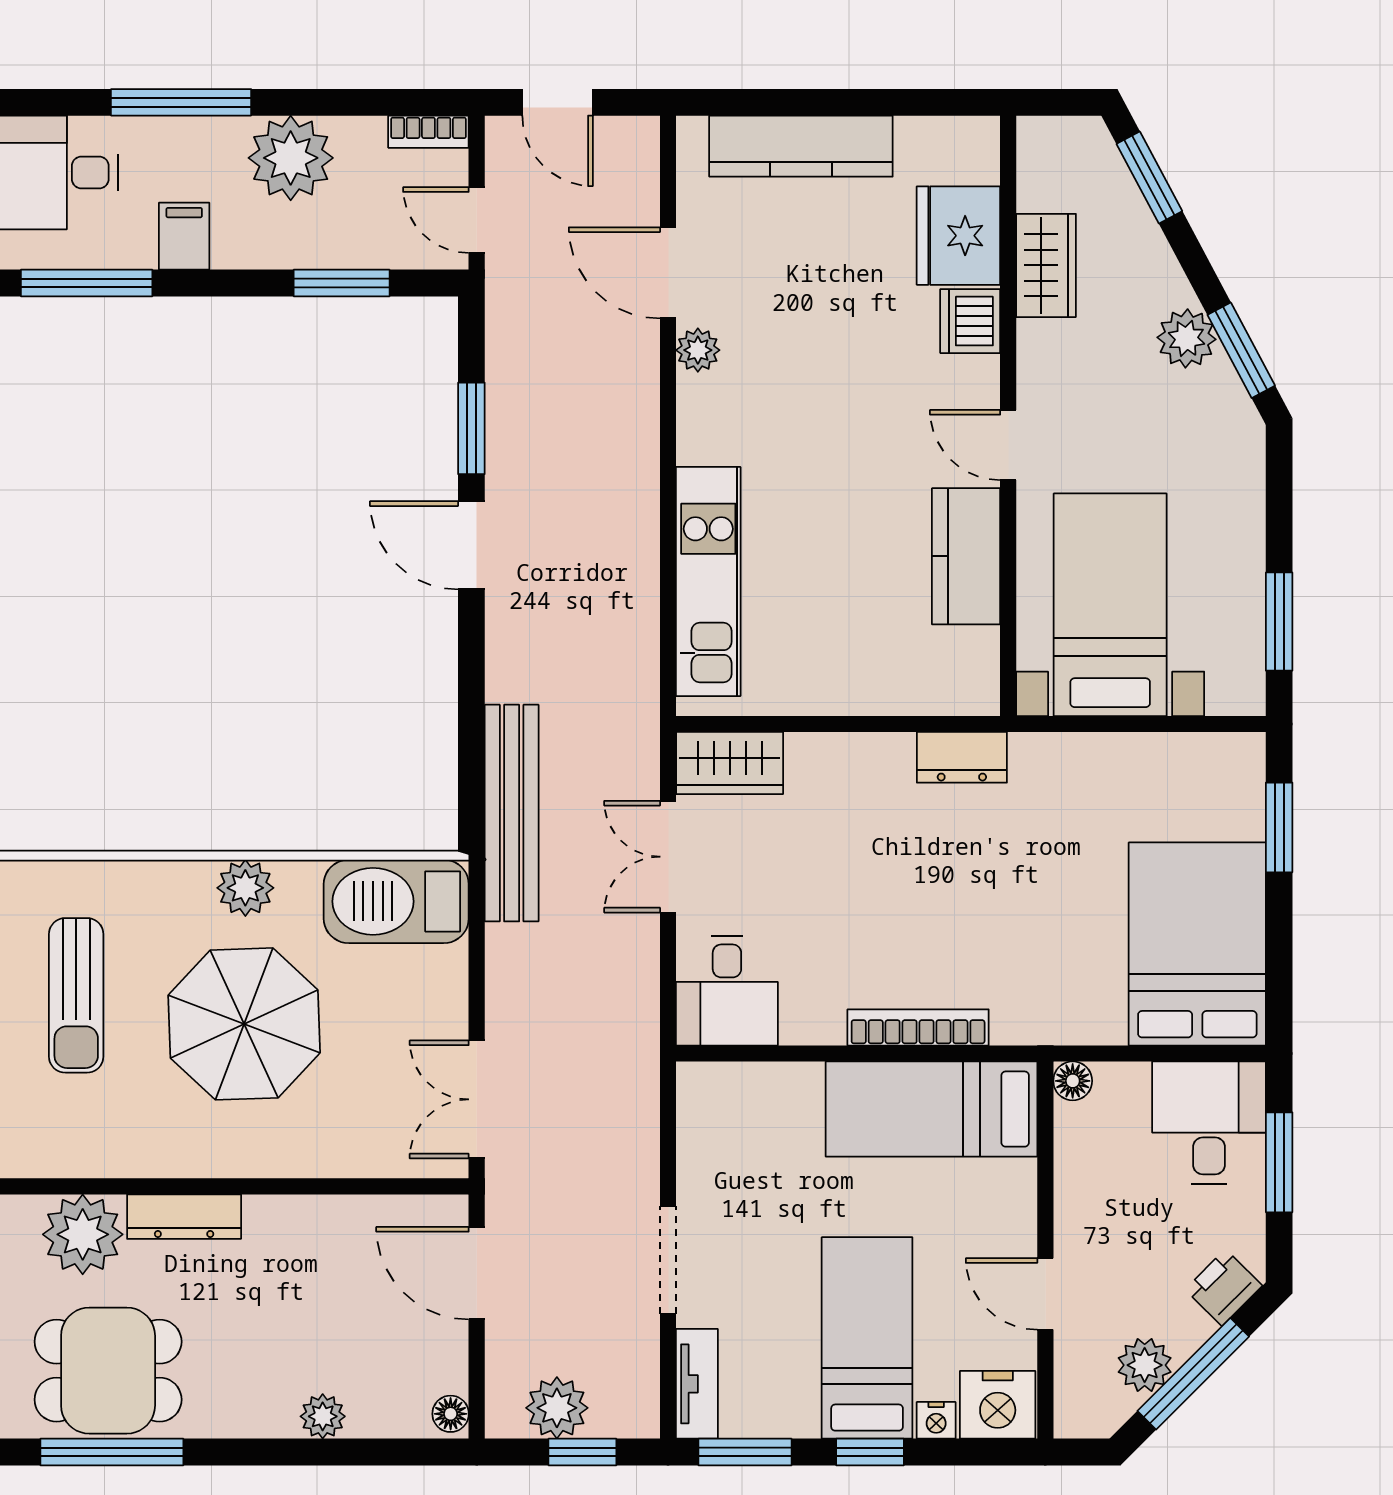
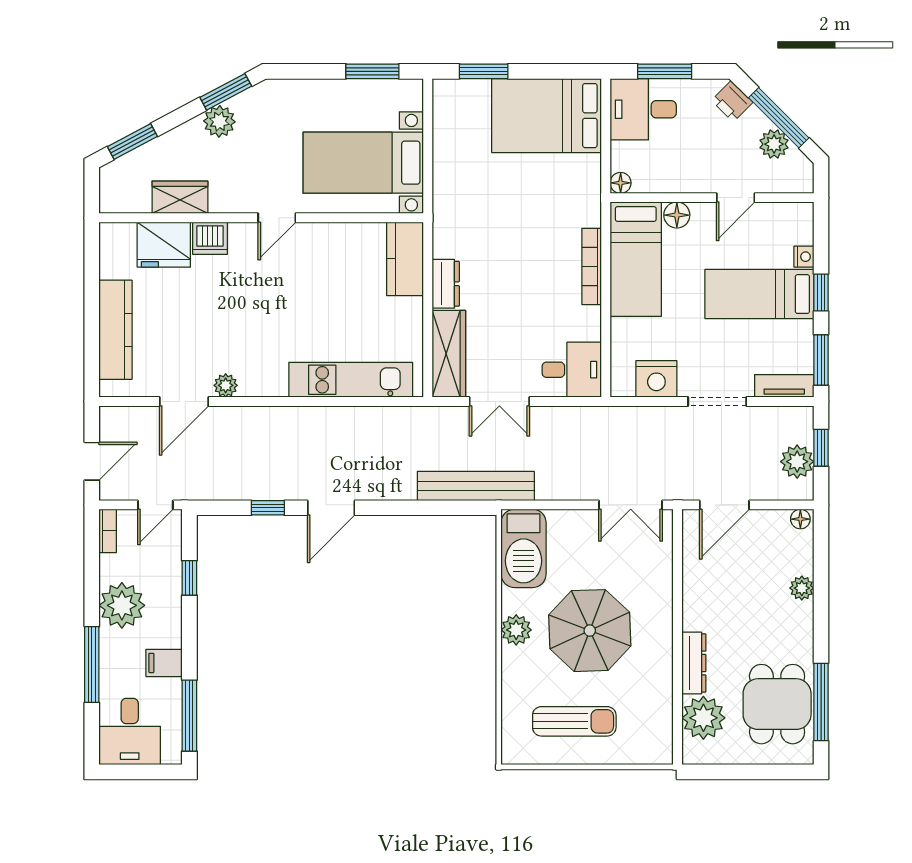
window: (342, 283) -> (189, 578), width x0.67
window: (471, 428) -> (268, 508), width x0.67
kitchen counter: (966, 556) -> (405, 259), moved, turned 90
dresser: (962, 757) -> (446, 284), moved
wardrobe: (730, 763) -> (449, 354), width x1.50
floor lamp: (1013, 1185) -> (677, 215), added
nightstand: (998, 1405) -> (656, 379), moved, turned 90

